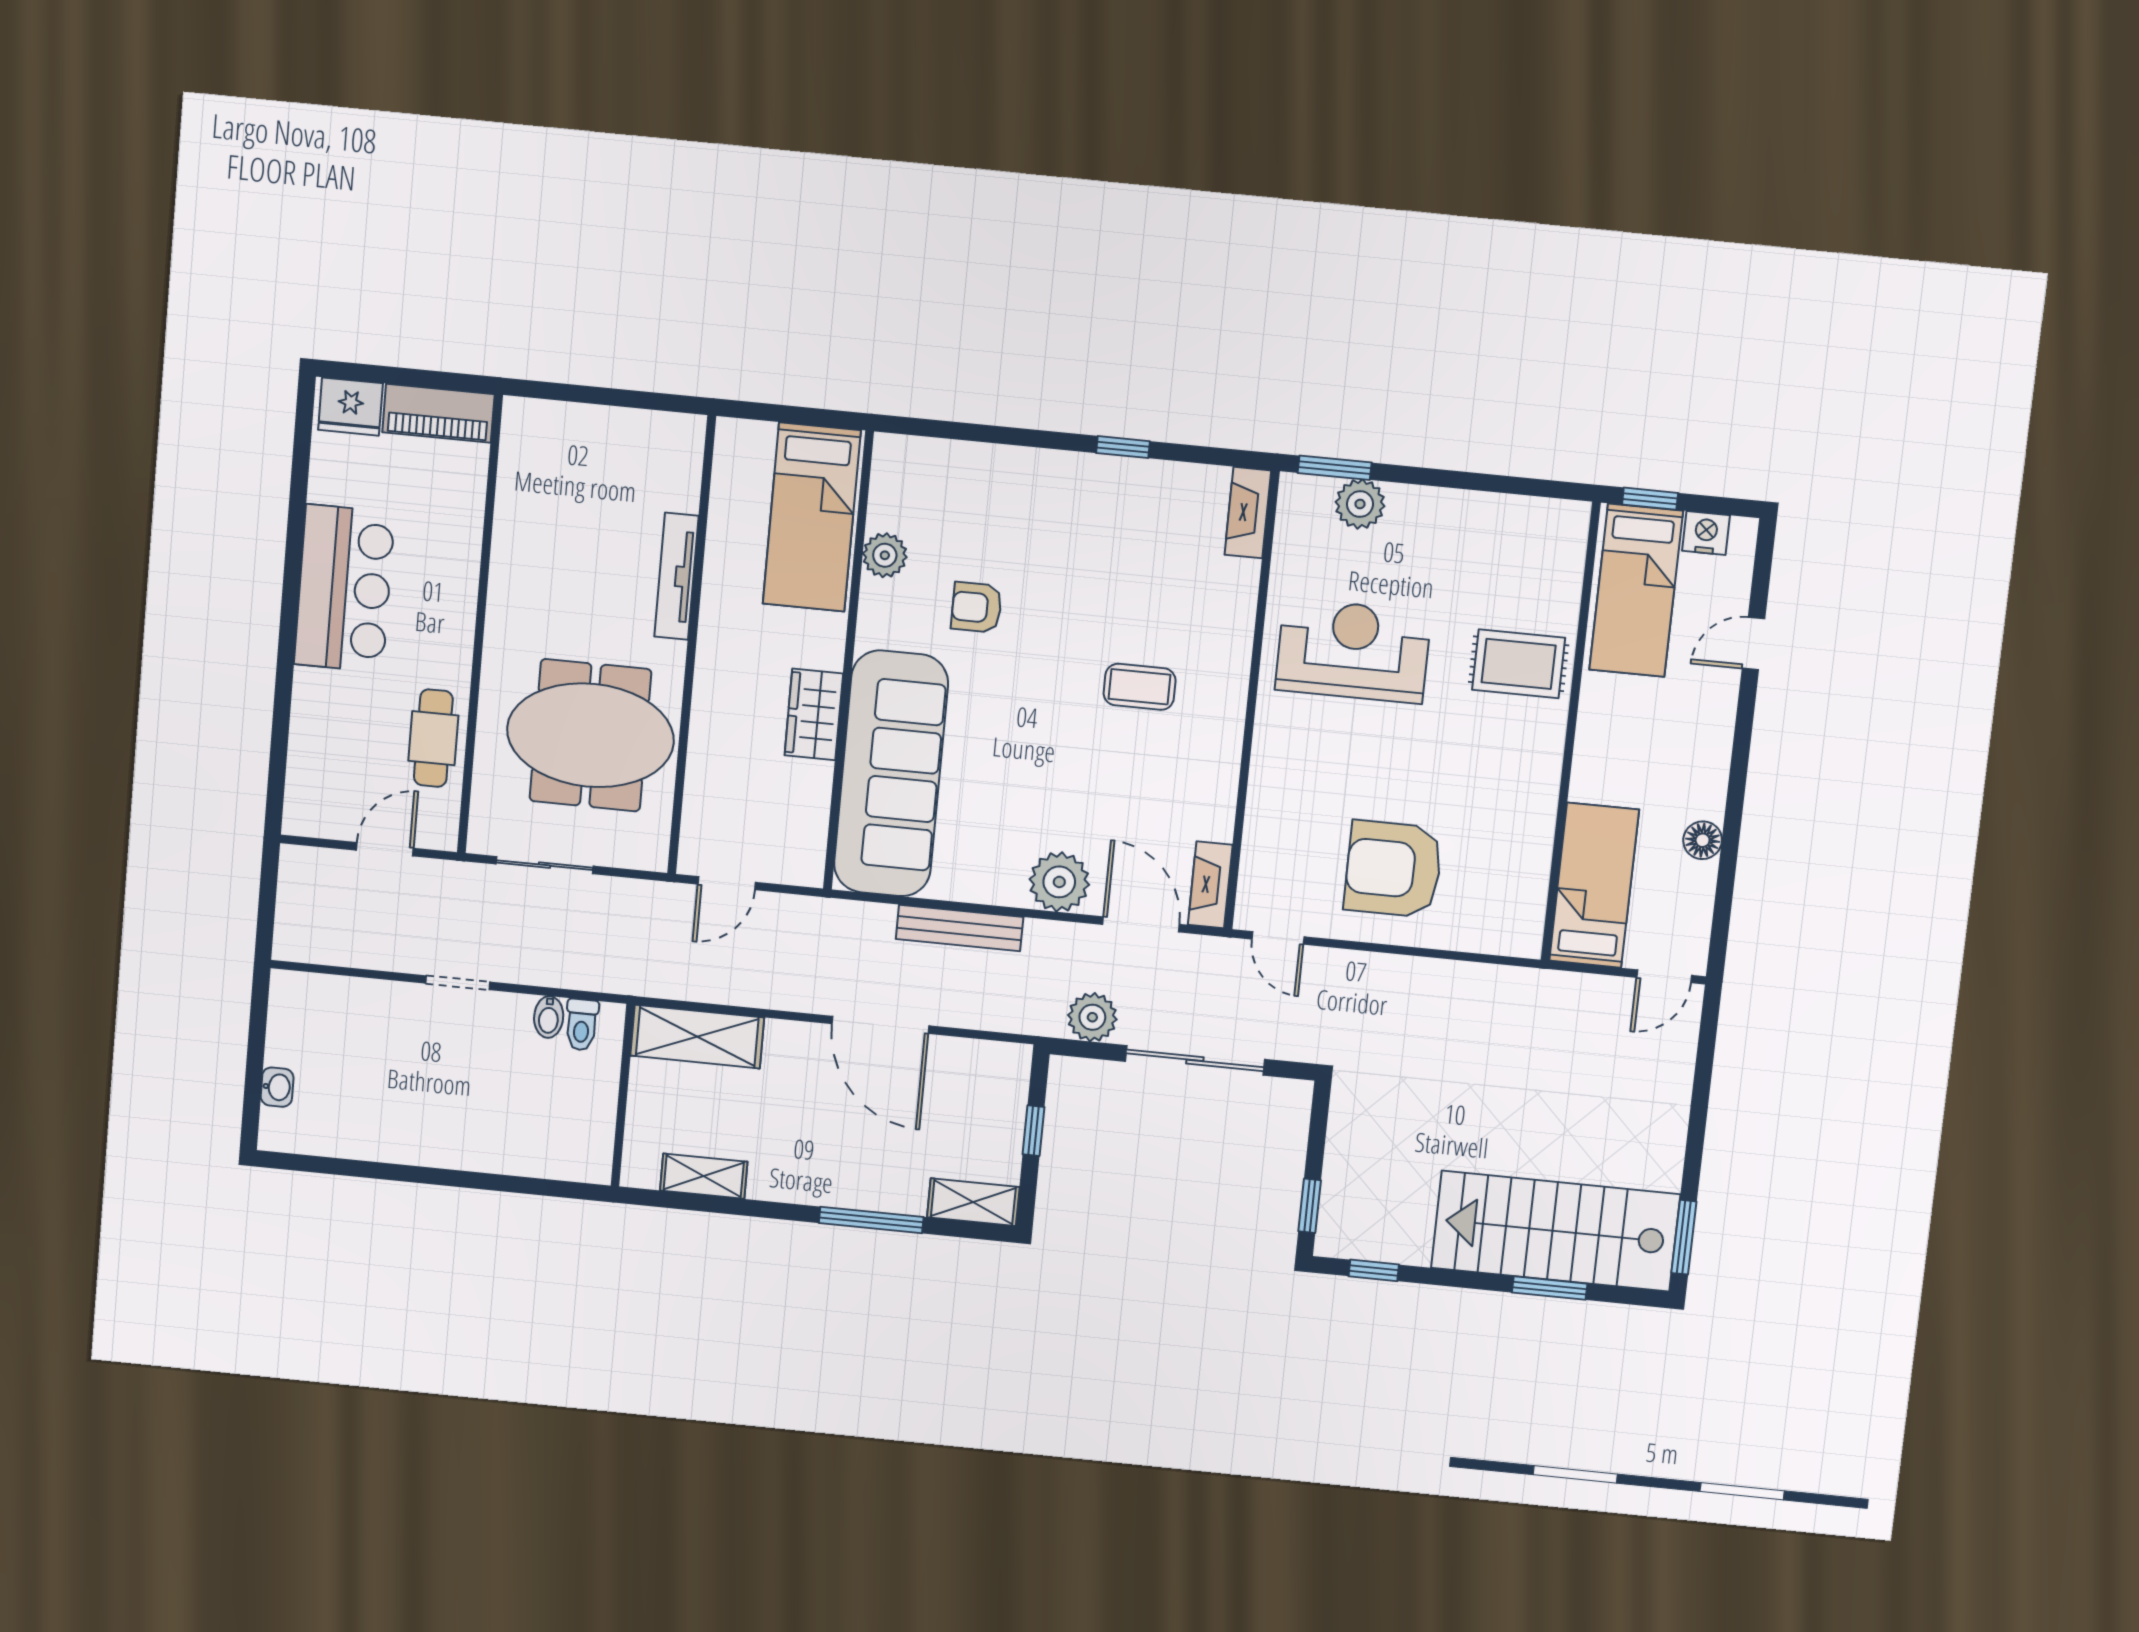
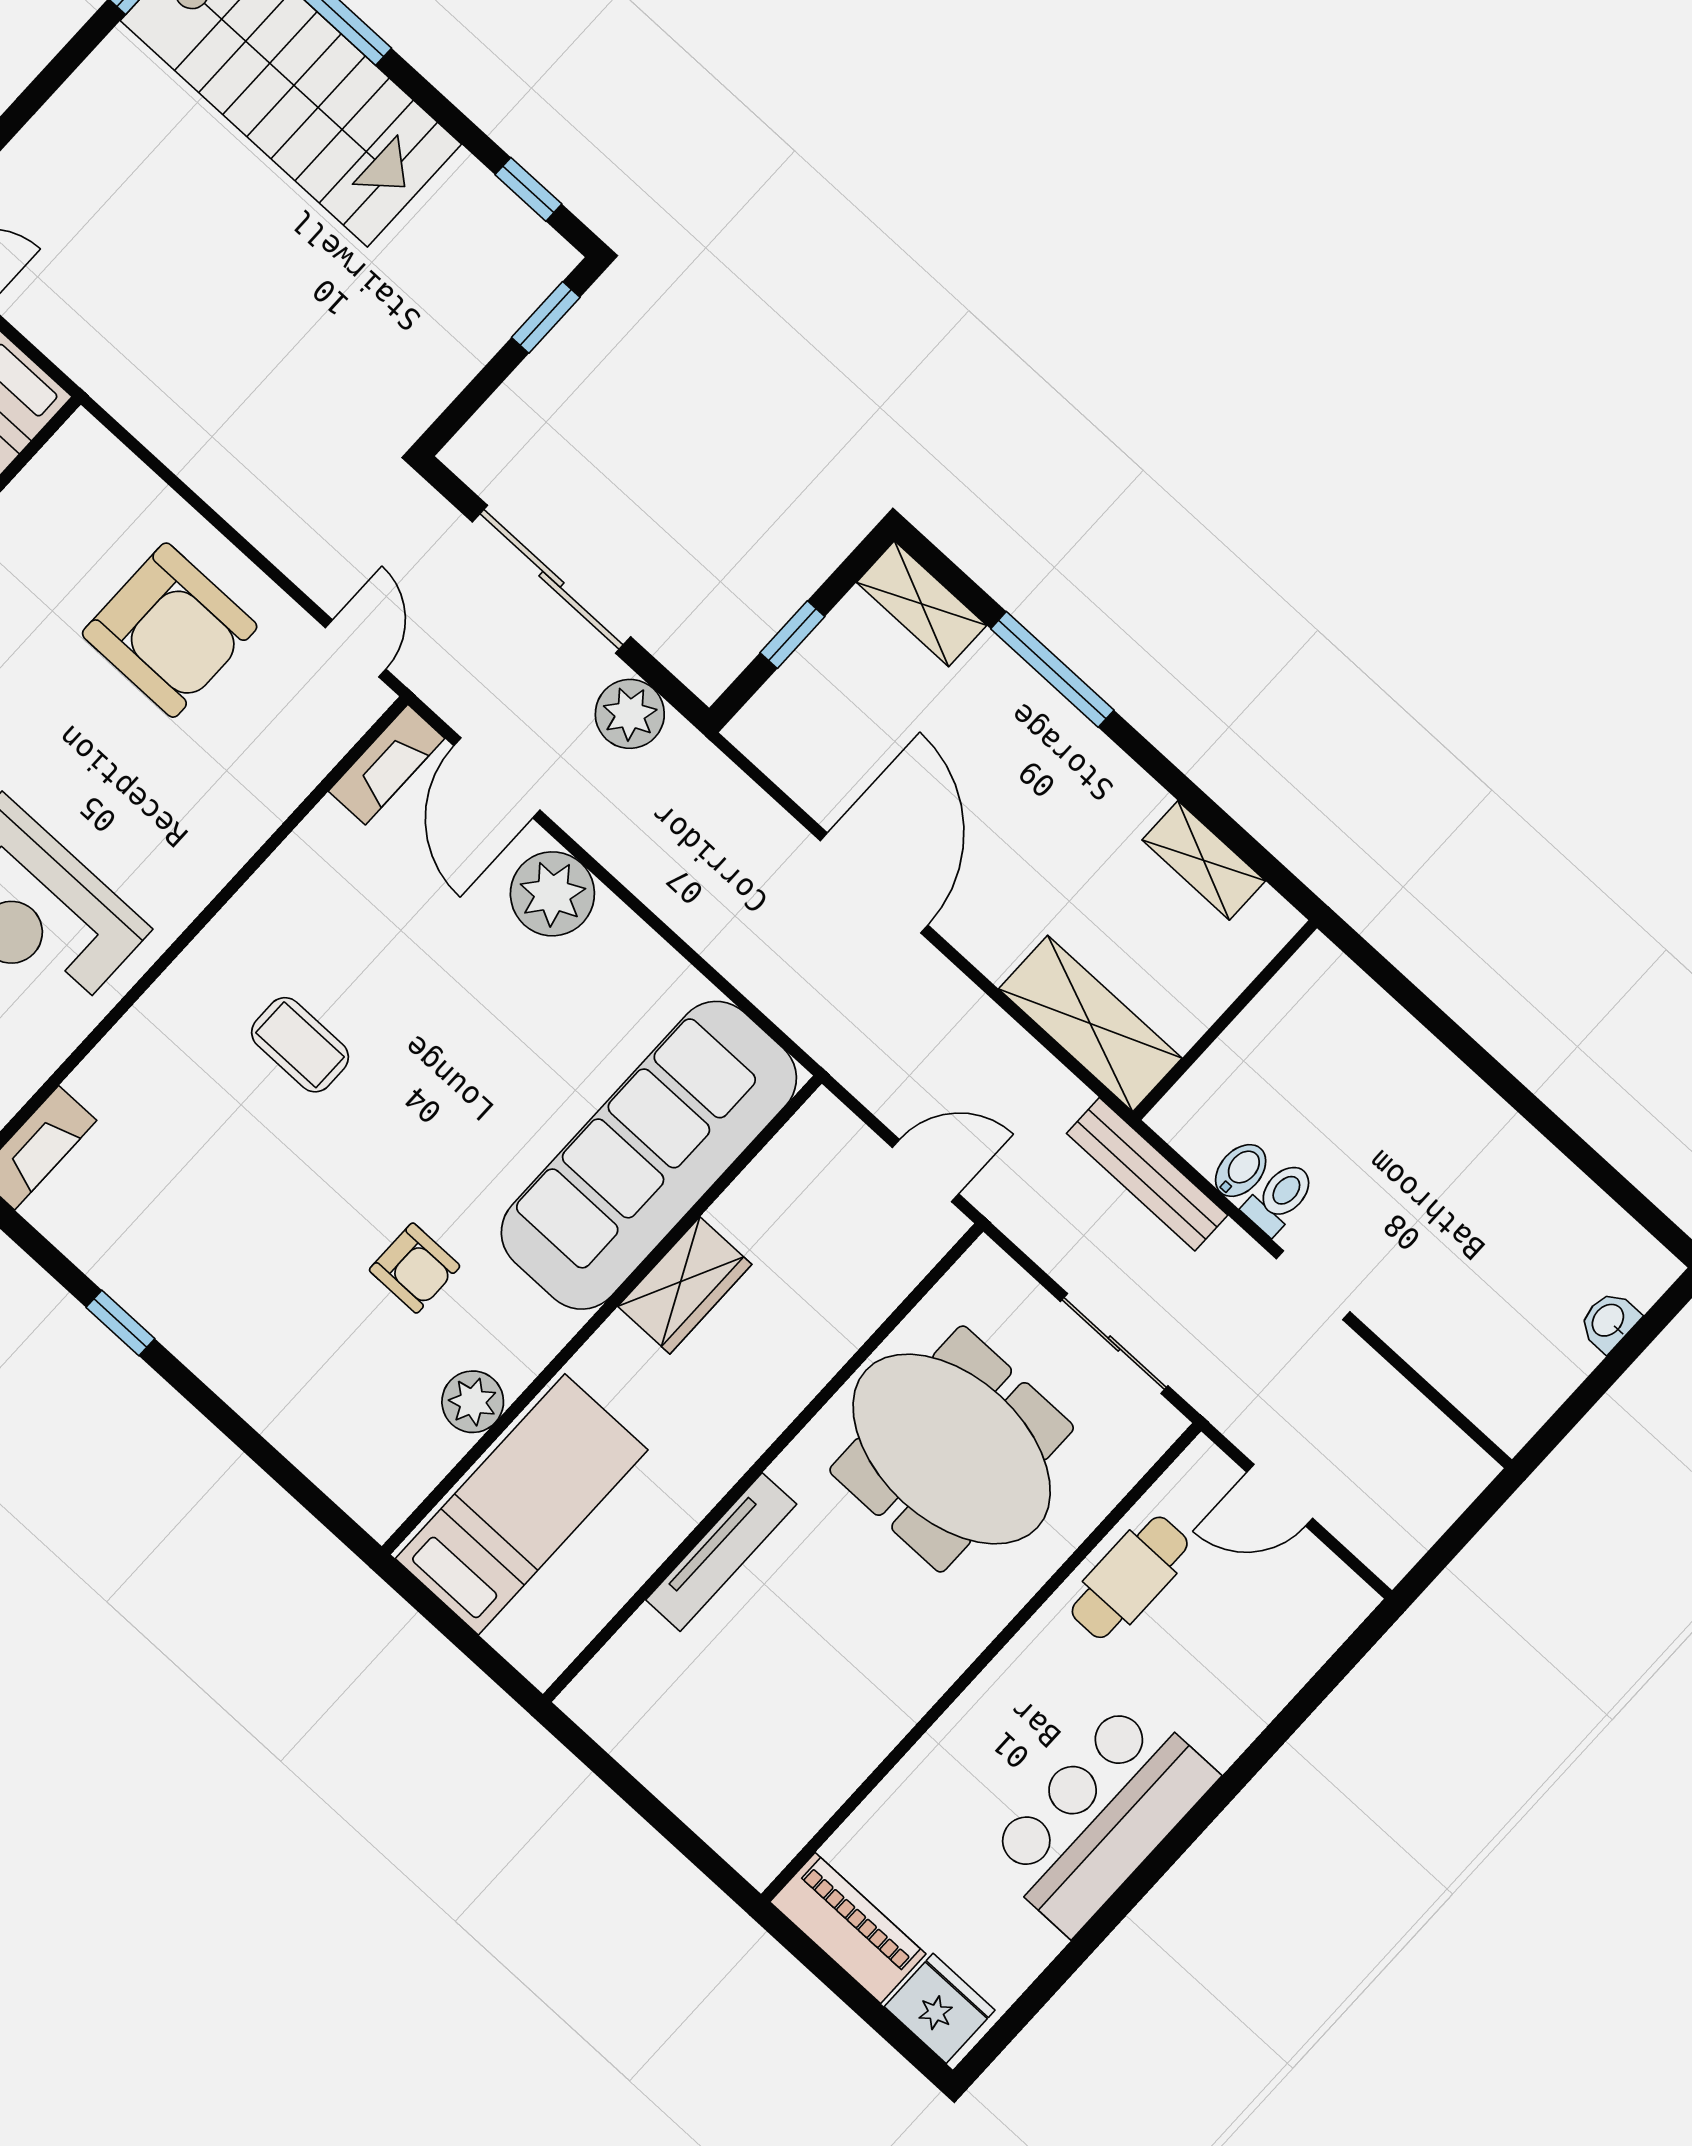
bench: (960, 928) -> (1147, 1174), moved
toilet: (582, 1025) -> (1280, 1198), moved

